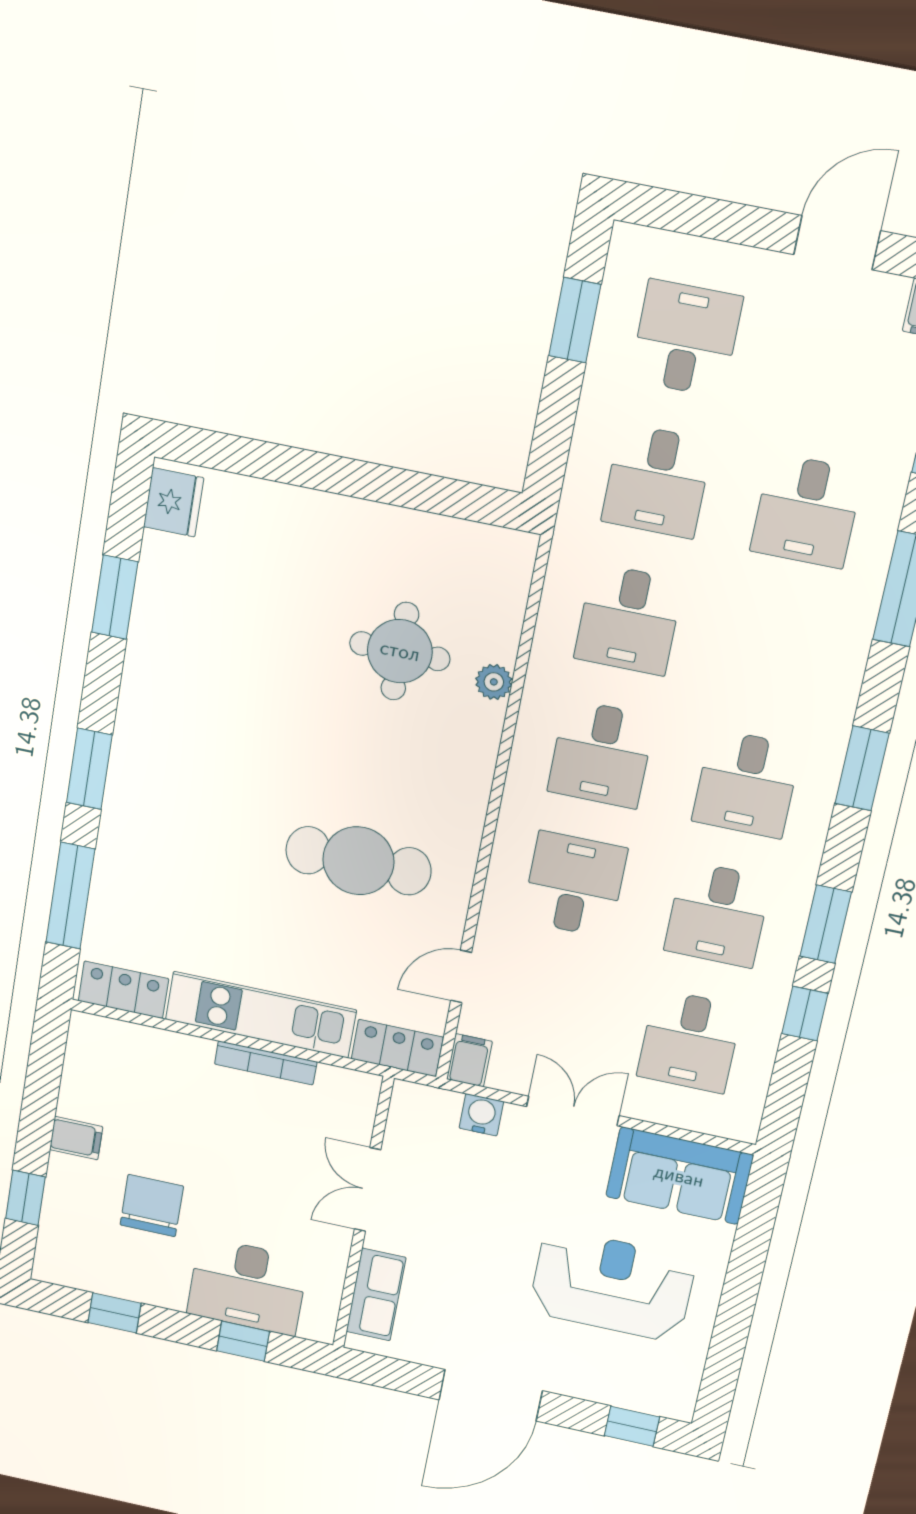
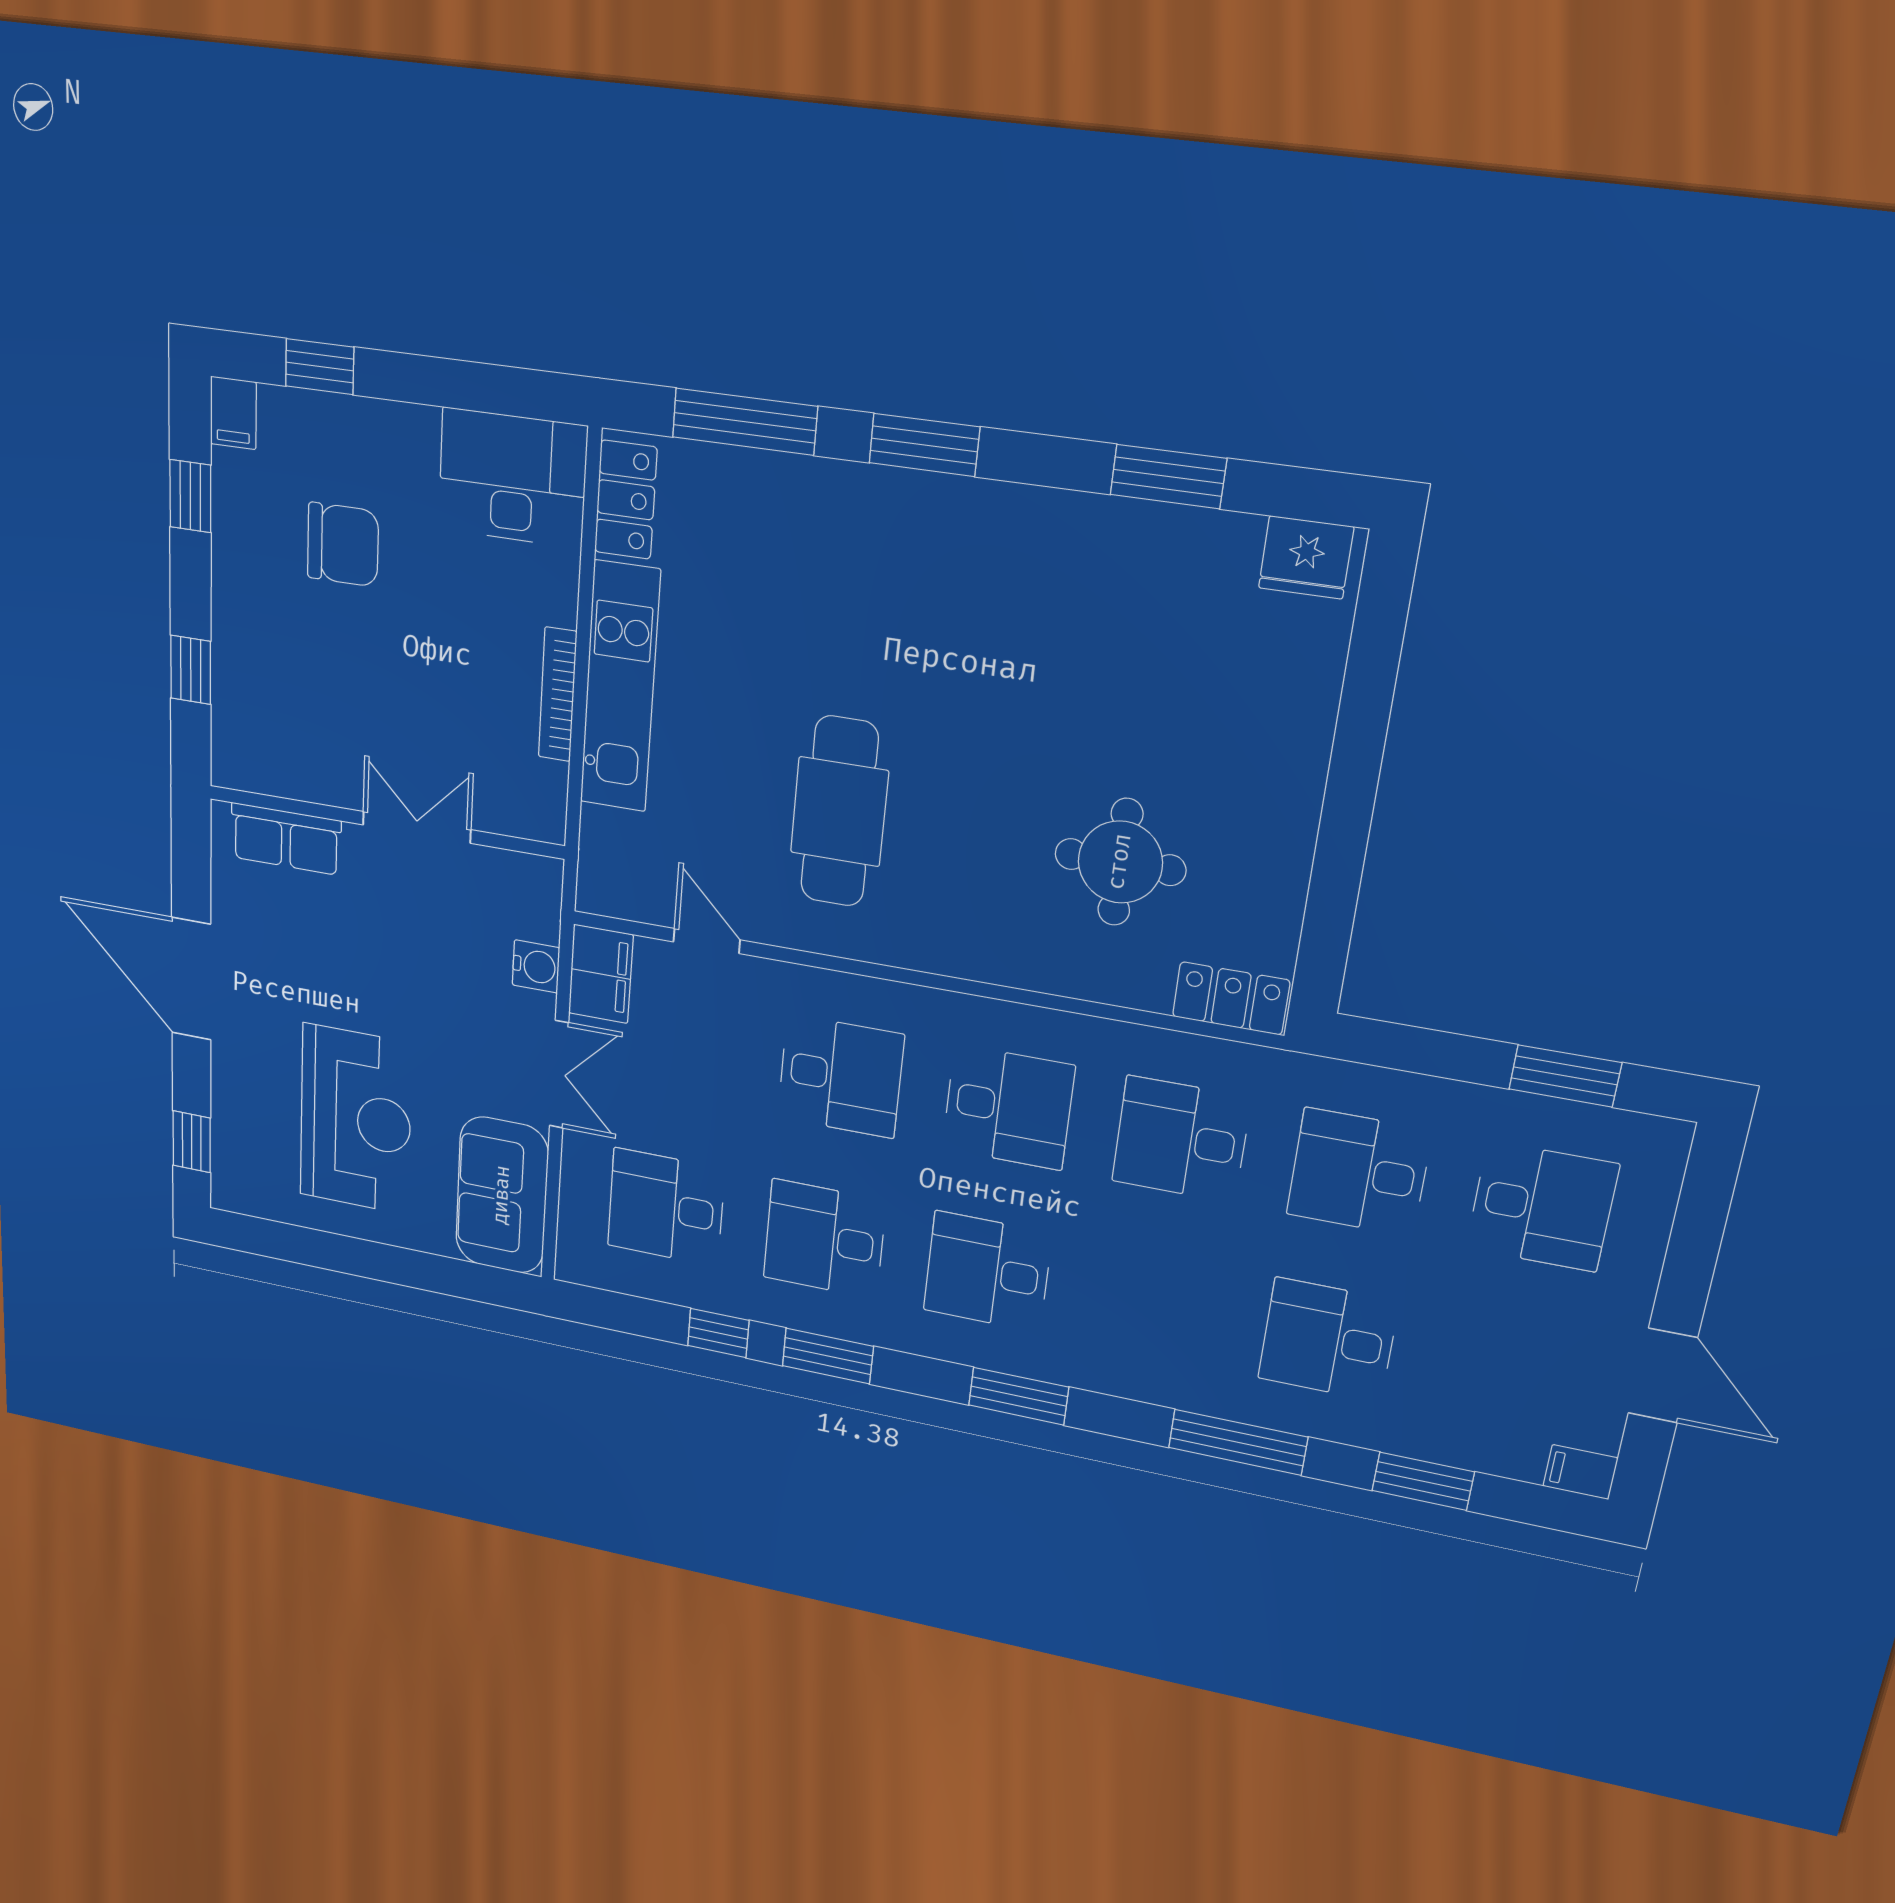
plant: (494, 682) -> (1089, 979), removed
desk: (601, 754) -> (1008, 1107), turned 180
locker: (397, 1048) -> (1231, 998), moved, turned -90
filing cabinet: (469, 1060) -> (601, 974), width x2.00
filing cabinet: (76, 1138) -> (233, 413), moved
desk: (247, 1286) -> (512, 478), moved, turned 90

